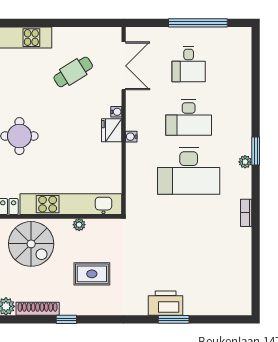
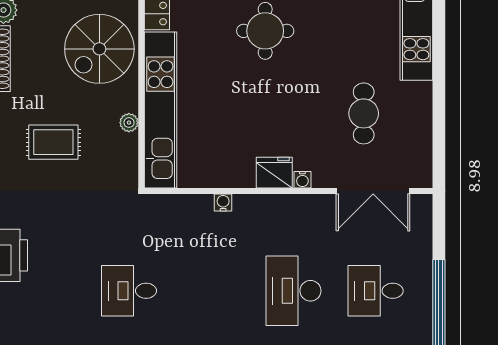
cafe table: (73, 72) -> (364, 113), turned 32
water cooler: (131, 137) -> (223, 203), moved
desk: (189, 171) -> (129, 291), moved, width x0.53, depth x0.77
rug: (92, 274) -> (53, 142), turned 90

